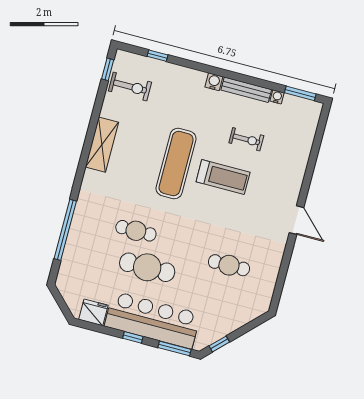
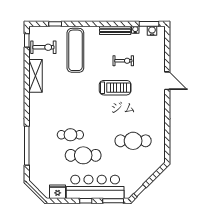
water cooler: (214, 82) -> (152, 31), moved
shelving: (102, 145) -> (36, 76), moved
exercise mat: (176, 164) -> (75, 50), moved
door: (297, 220) -> (167, 81), moved
cafe table: (229, 265) -> (133, 141), width x1.37, depth x1.35

